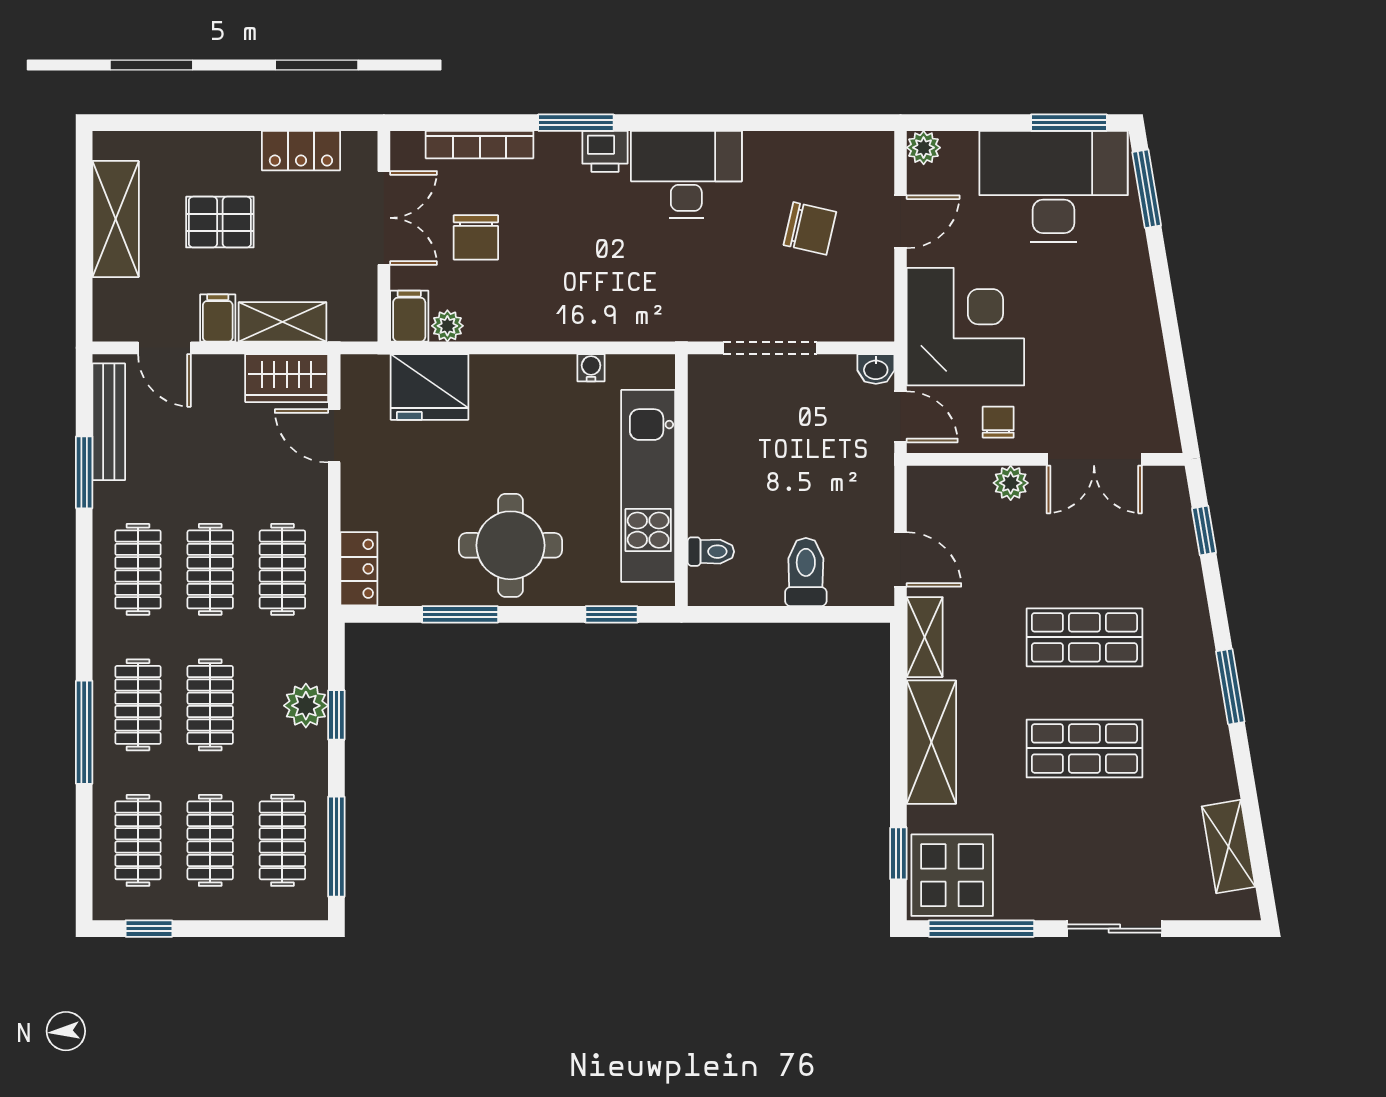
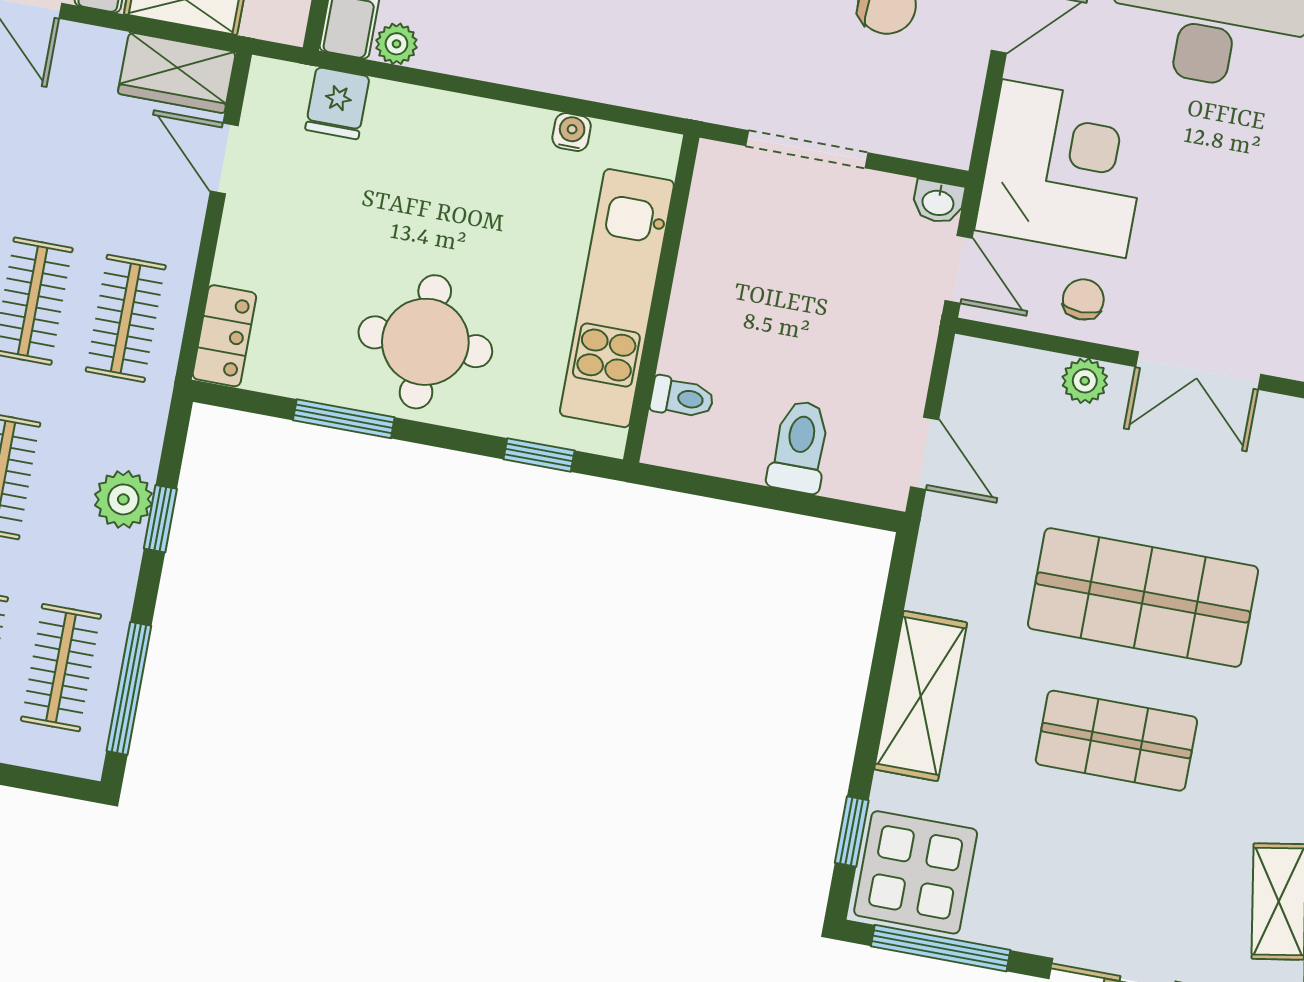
fridge: (430, 387) -> (337, 103), width x0.53, depth x0.75
shelving: (925, 637) -> (937, 559), removed
shop shelf: (1084, 637) -> (1143, 598), width x1.43, depth x1.36

